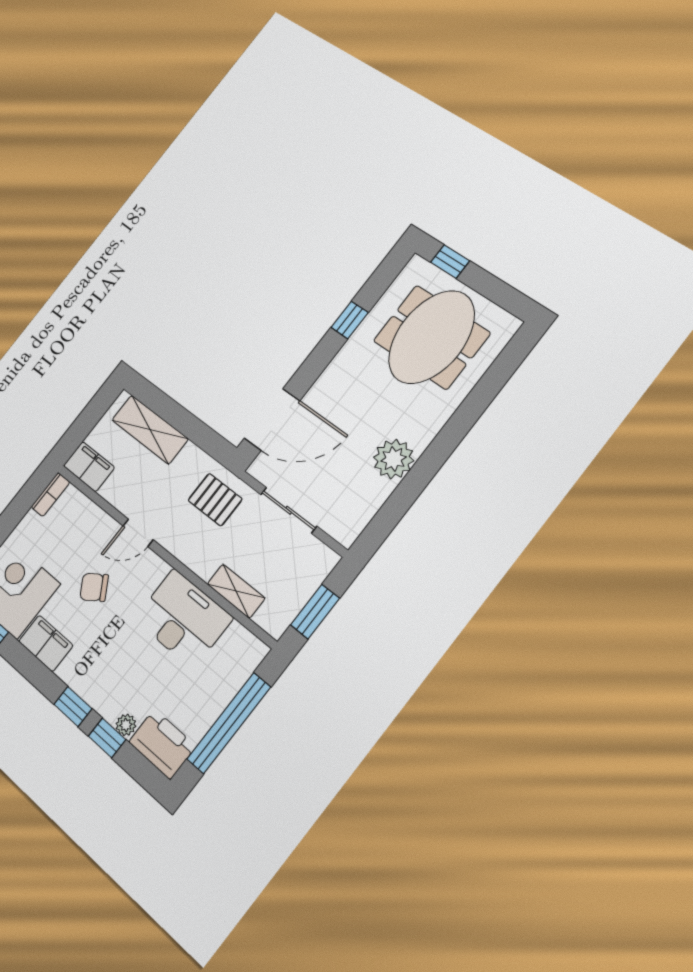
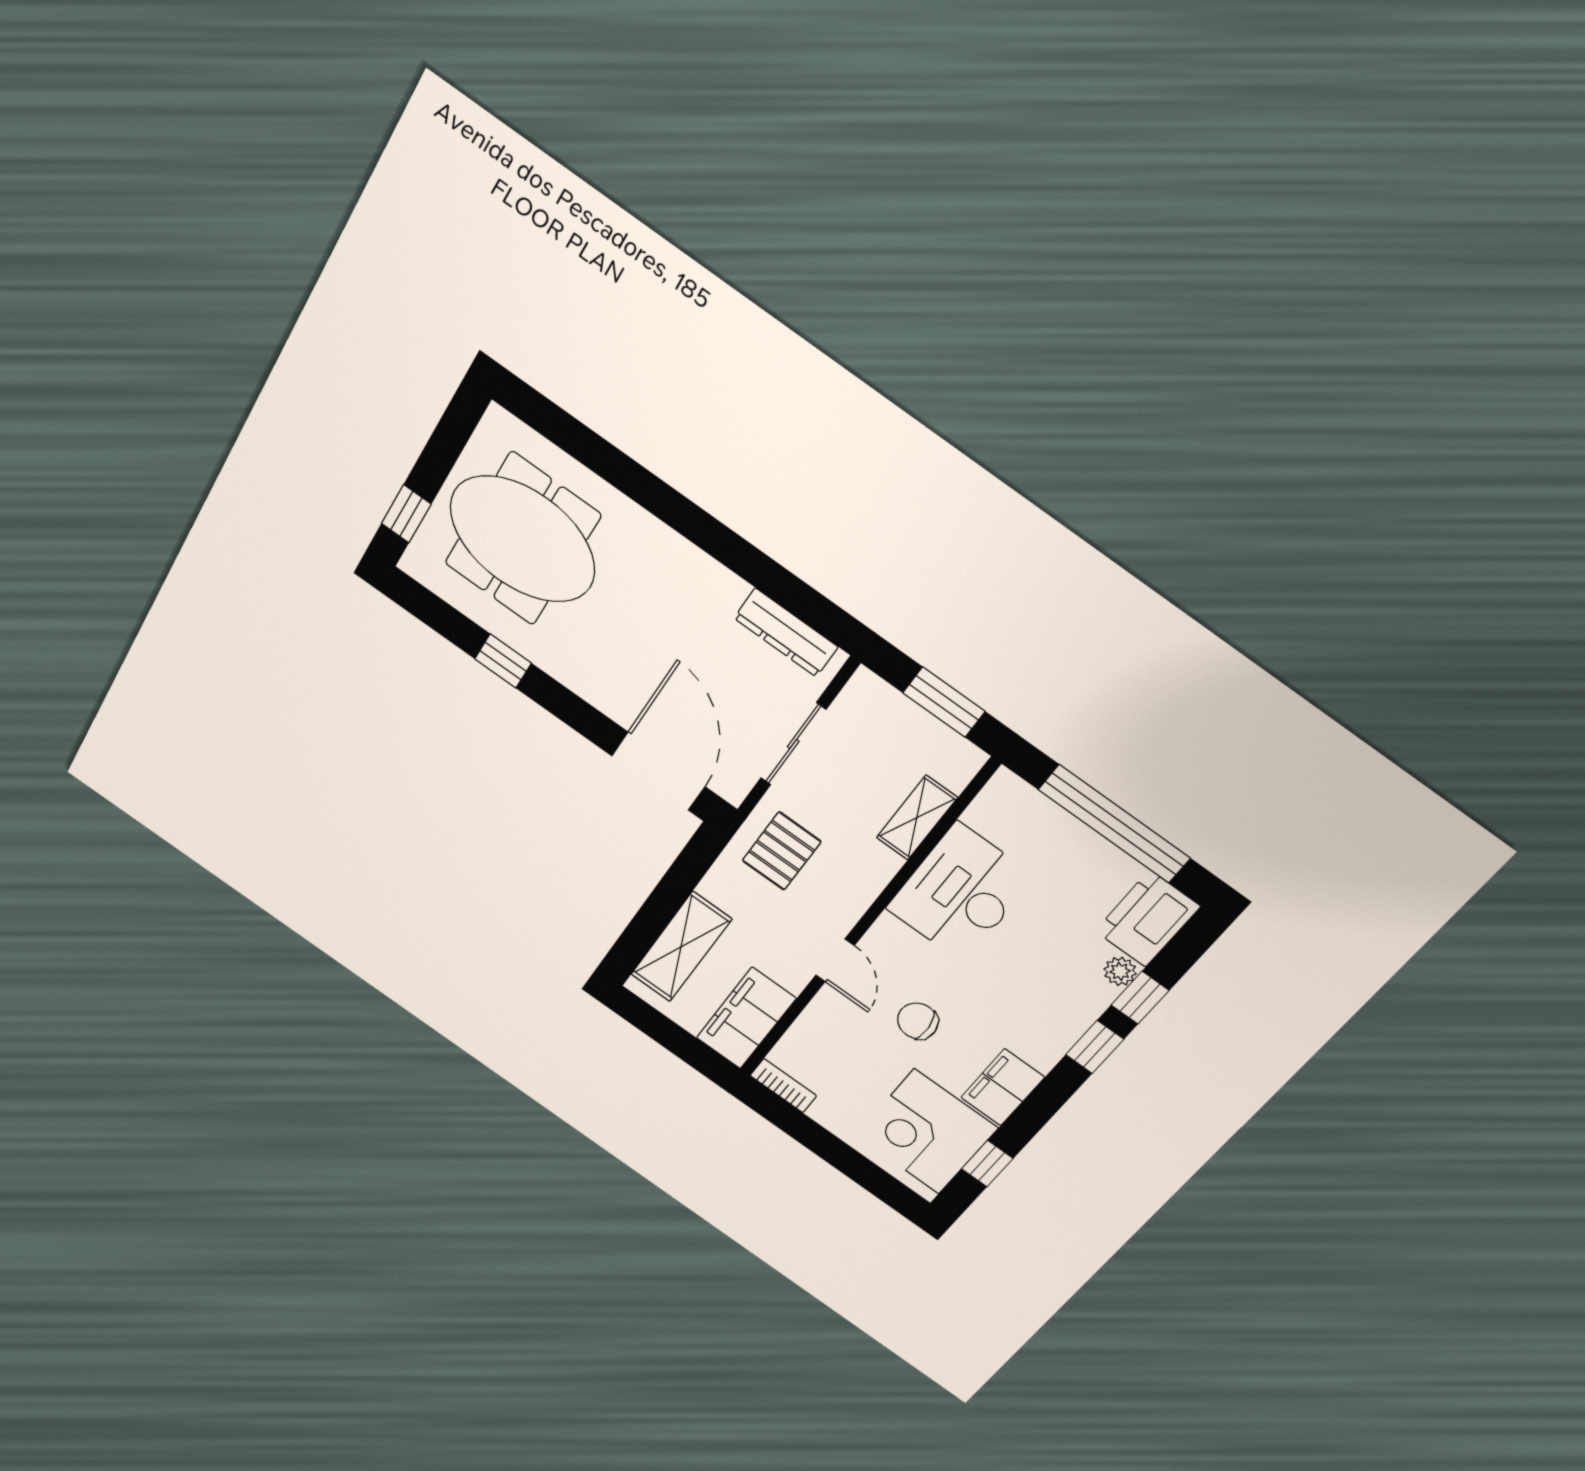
plant: (394, 459) -> (710, 591), removed
filing cabinet: (89, 467) -> (746, 1018), width x1.50, depth x1.17
dresser: (365, 508) -> (786, 633), added
chair: (94, 587) -> (918, 1021), turned 118

